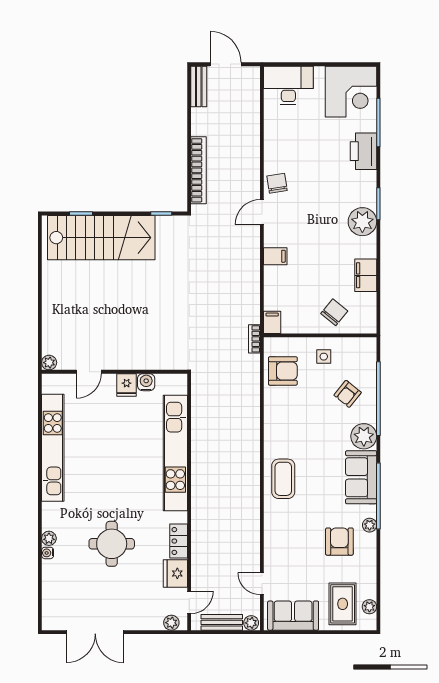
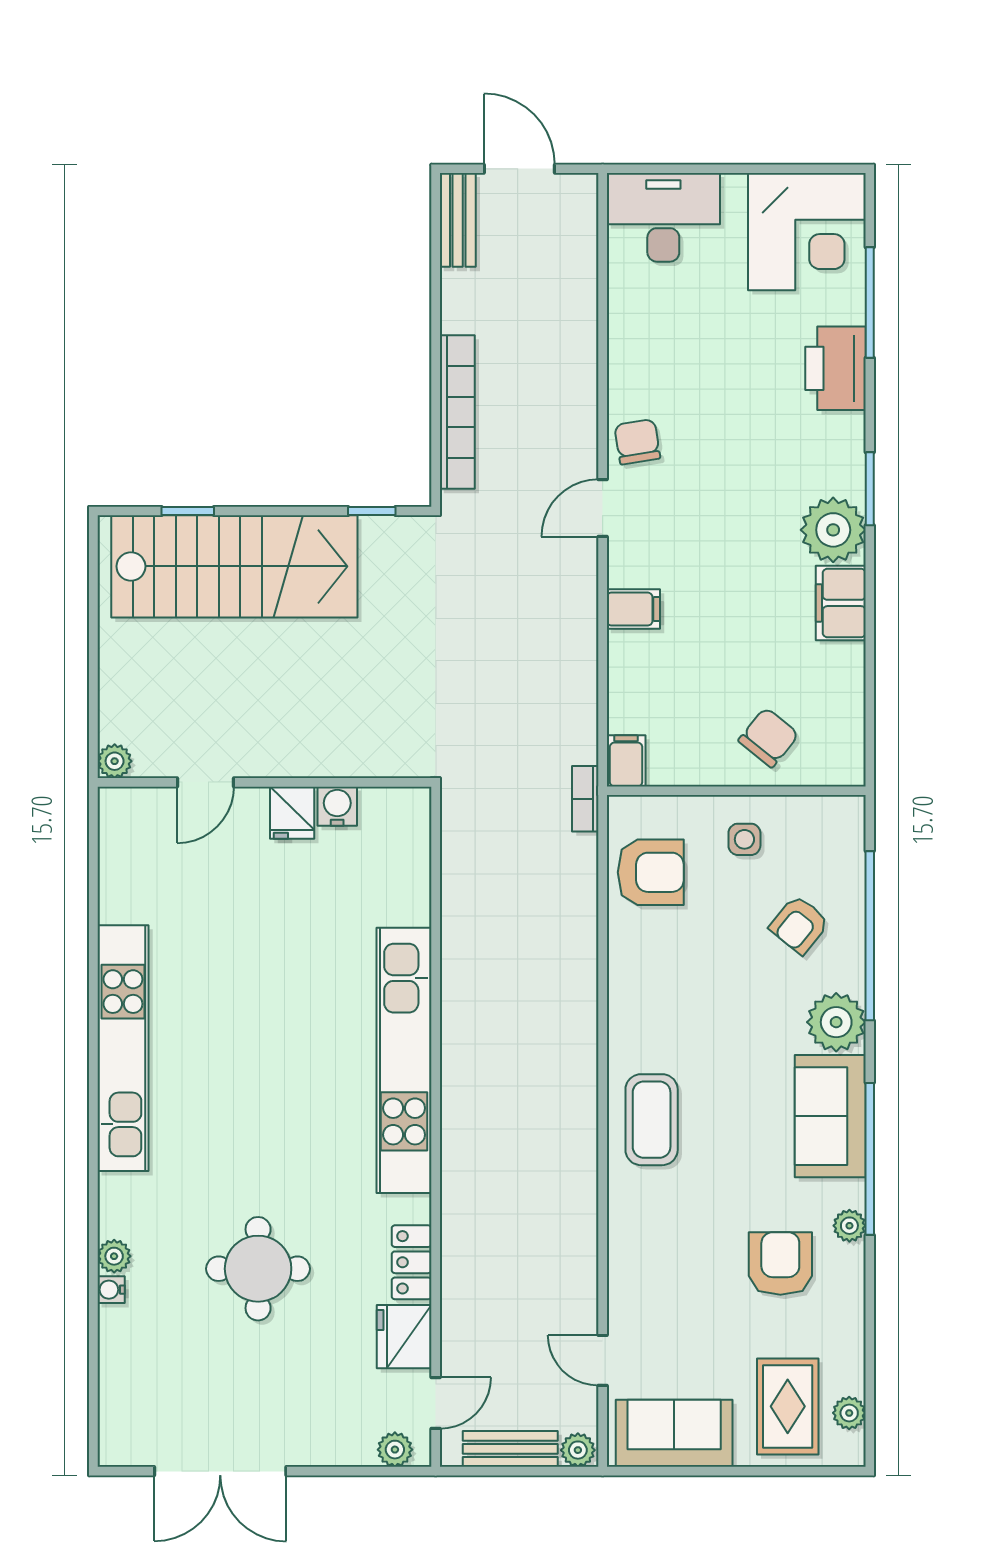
filing cabinet: (366, 275) -> (841, 603), moved
plant: (49, 363) -> (115, 761), moved
door: (89, 372) -> (205, 782), moved
wall: (114, 372) -> (264, 782), moved
water cooler: (146, 382) -> (337, 806), moved
fridge: (127, 385) -> (292, 813), moved

